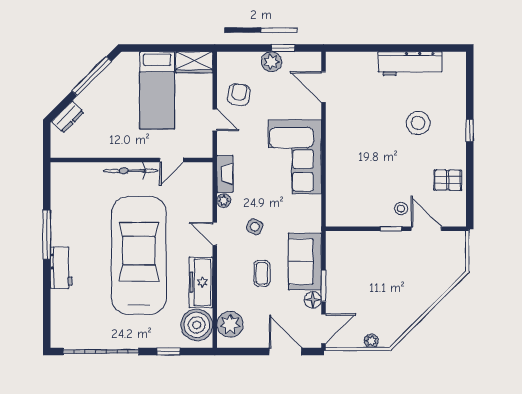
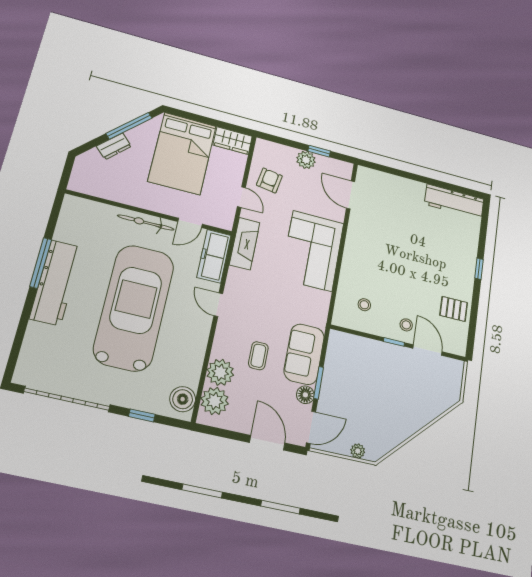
workbench: (410, 64) -> (454, 202), moved
bed: (157, 90) -> (182, 153), width x1.50
dresser: (68, 117) -> (114, 146), moved
stool: (418, 123) -> (364, 305), moved, width x0.53, depth x0.53
fireplace: (225, 174) -> (245, 244), width x1.37, depth x1.32
plant: (224, 201) -> (220, 372), moved, width x1.87, depth x1.87
side table: (255, 227) -> (260, 308), removed
workbench: (61, 268) -> (56, 282), width x1.88, depth x1.32
freezer: (201, 282) -> (214, 256), moved
boiler: (197, 325) -> (183, 399), width x0.73, depth x0.73

